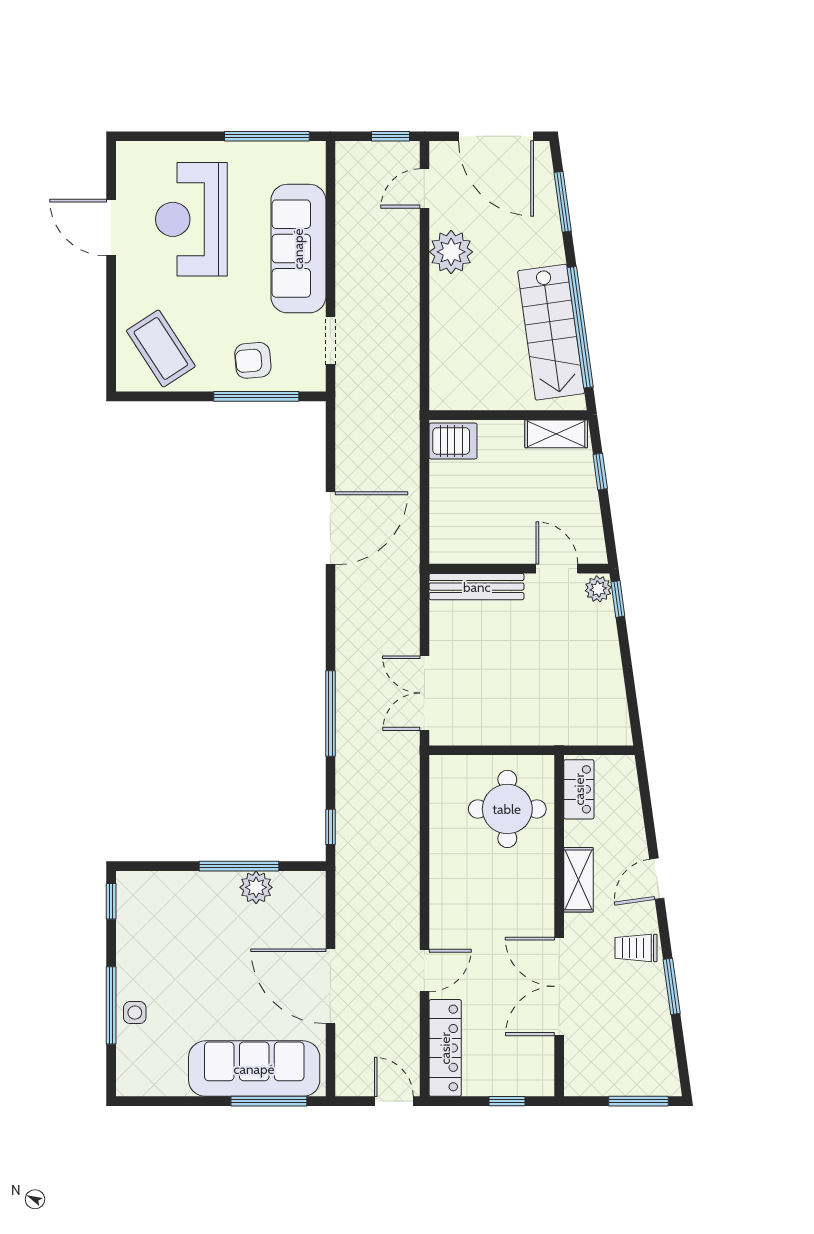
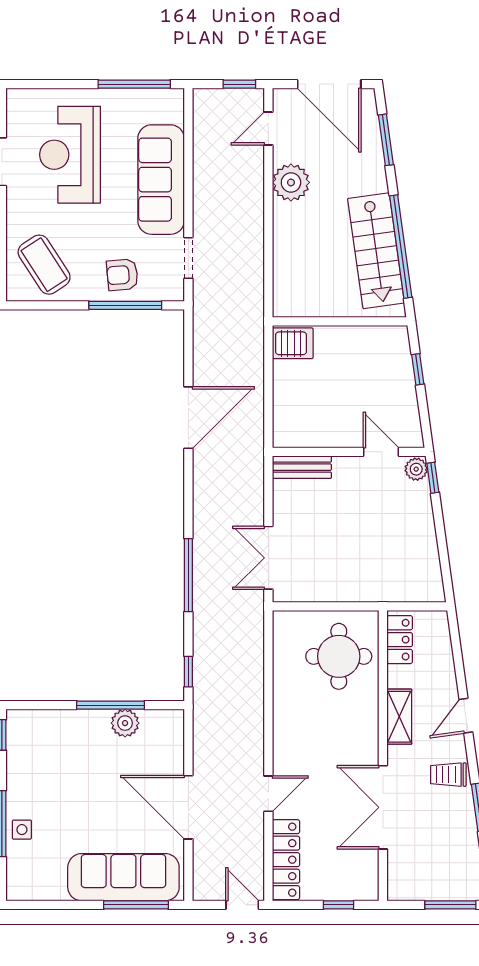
shelving: (556, 434) -> (380, 337), removed
bench: (477, 587) -> (302, 467), width x0.73

